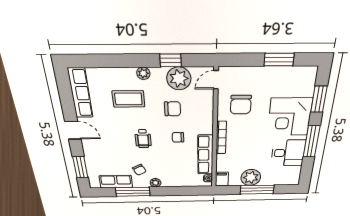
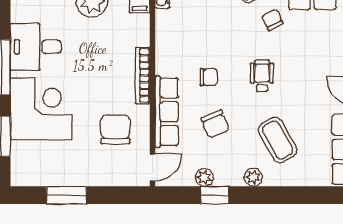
plant: (179, 78) -> (204, 177), width x0.53, depth x0.53
coffee table: (128, 99) -> (277, 140), turned 61
chair: (173, 109) -> (215, 124), turned -112
row of seats: (205, 155) -> (167, 112), moved

